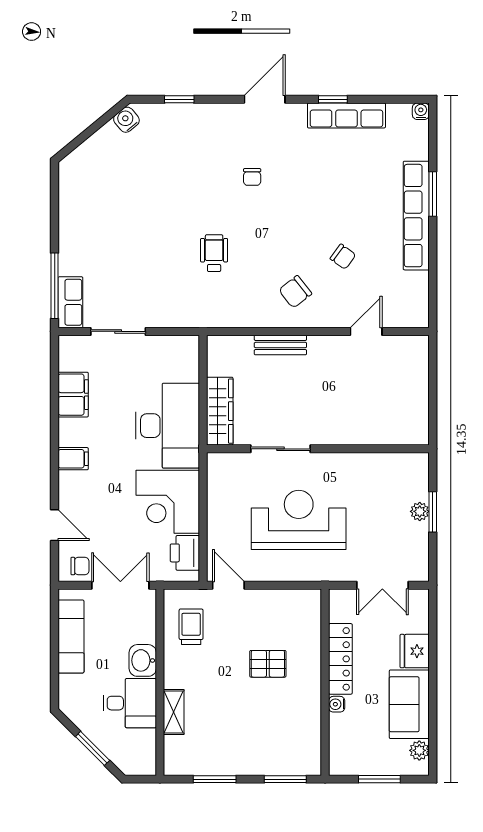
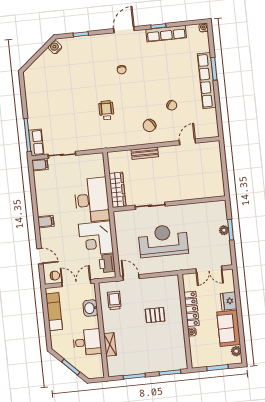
filing cabinet: (73, 395) -> (40, 165), moved, width x0.50
washbasin: (143, 660) -> (90, 308), moved

